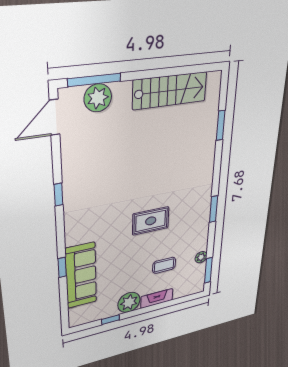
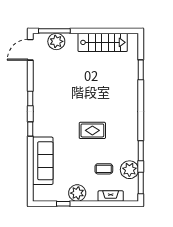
window: (214, 209) -> (141, 151), moved
plant: (201, 257) -> (129, 170), width x1.88, depth x1.88
window: (62, 267) -> (30, 129), moved
fireplace: (157, 298) -> (111, 196), moved

